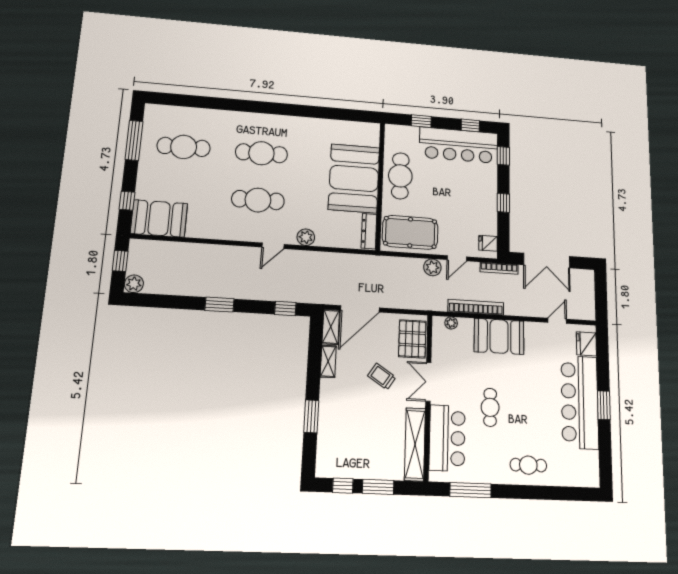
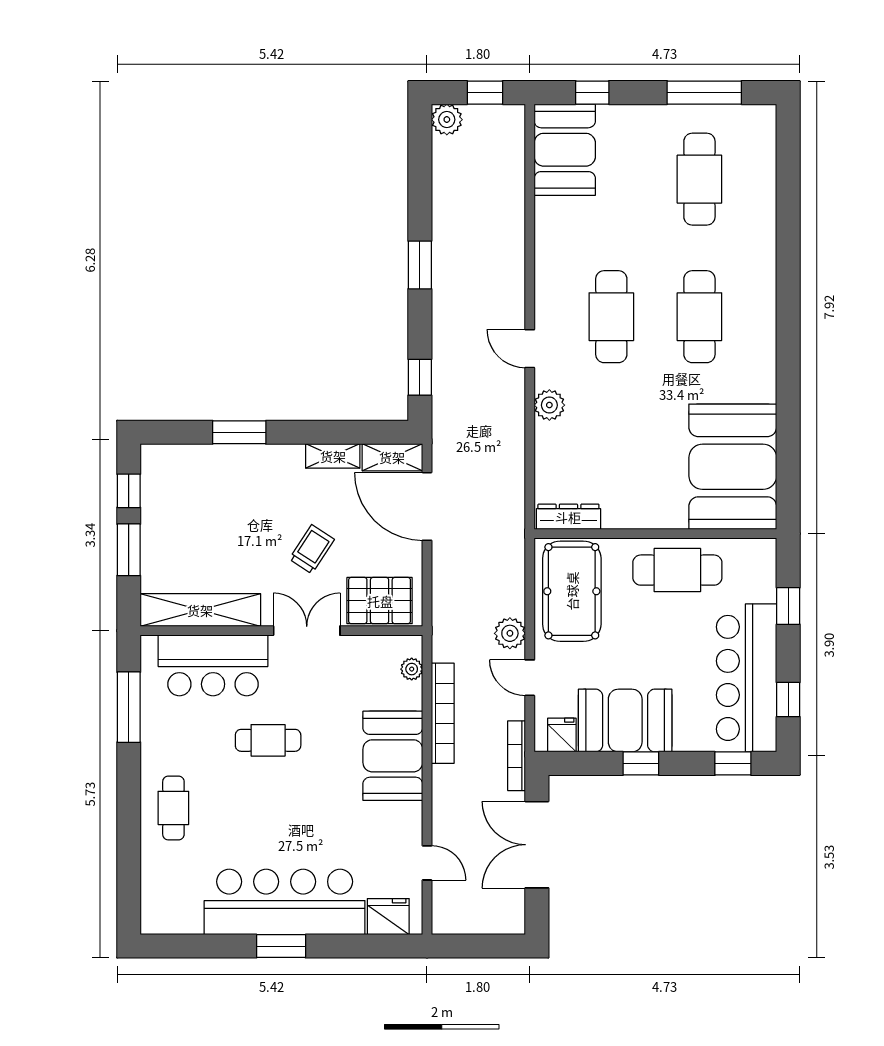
booth: (354, 178) -> (733, 467), moved, turned 90
booth: (481, 209) -> (625, 721), added

